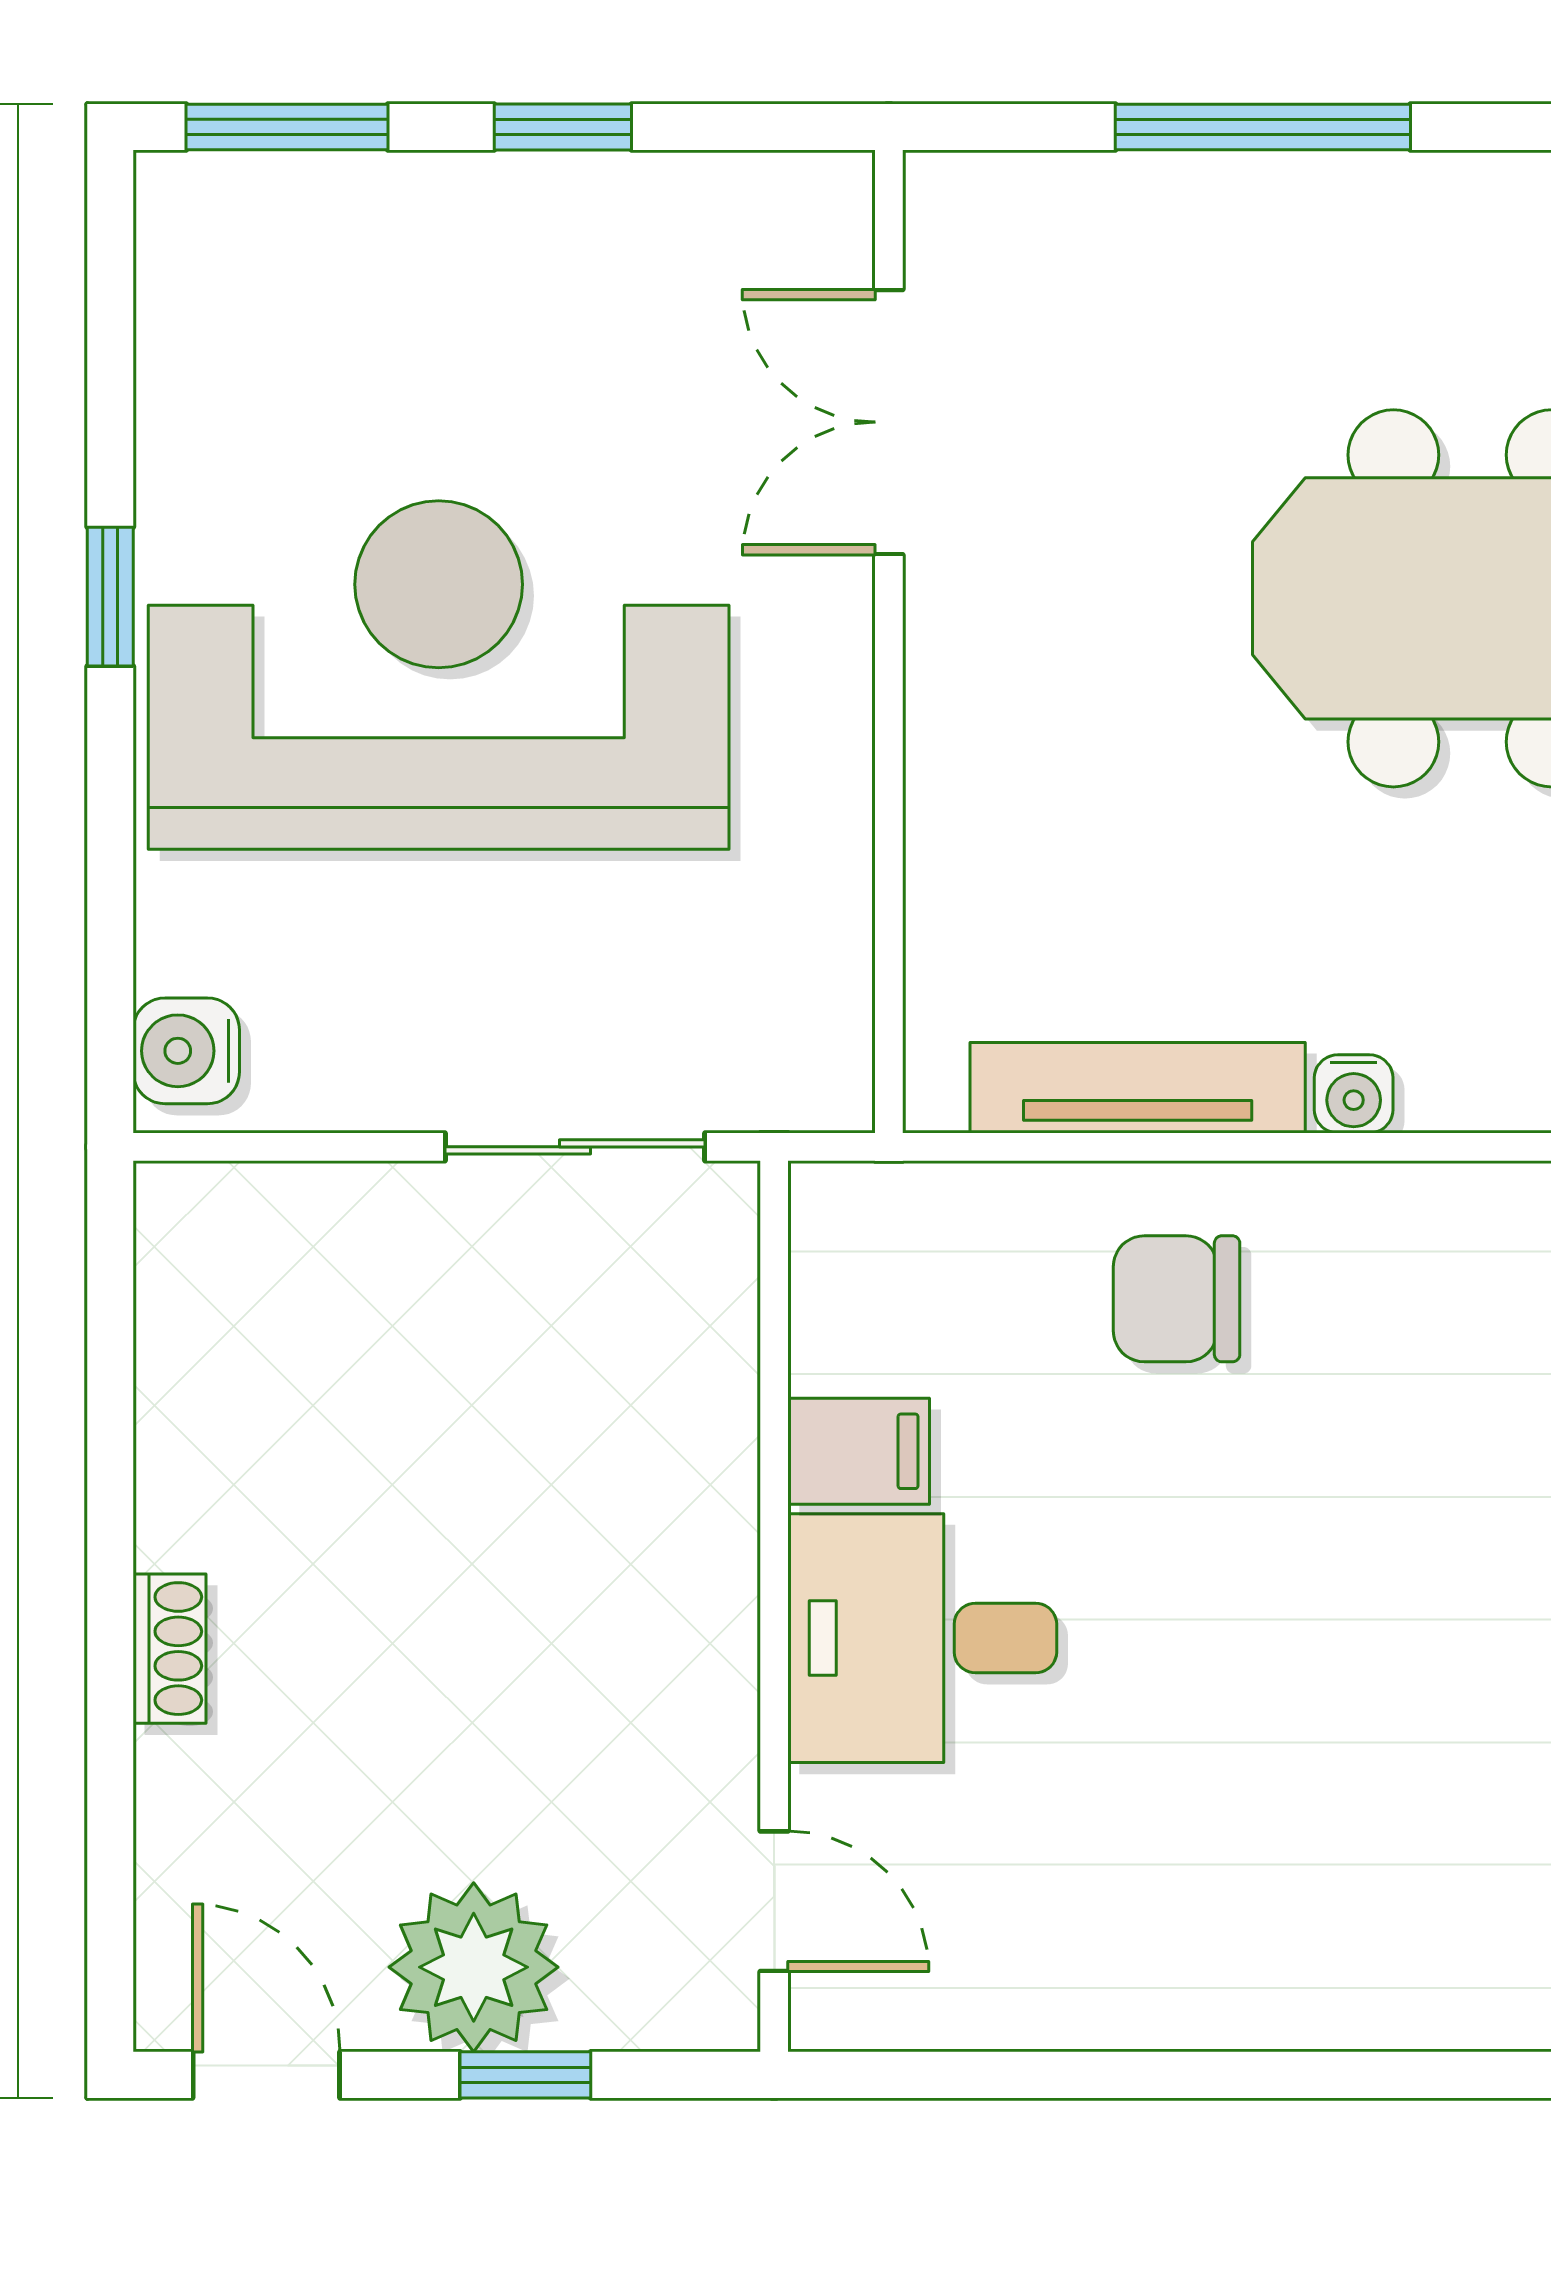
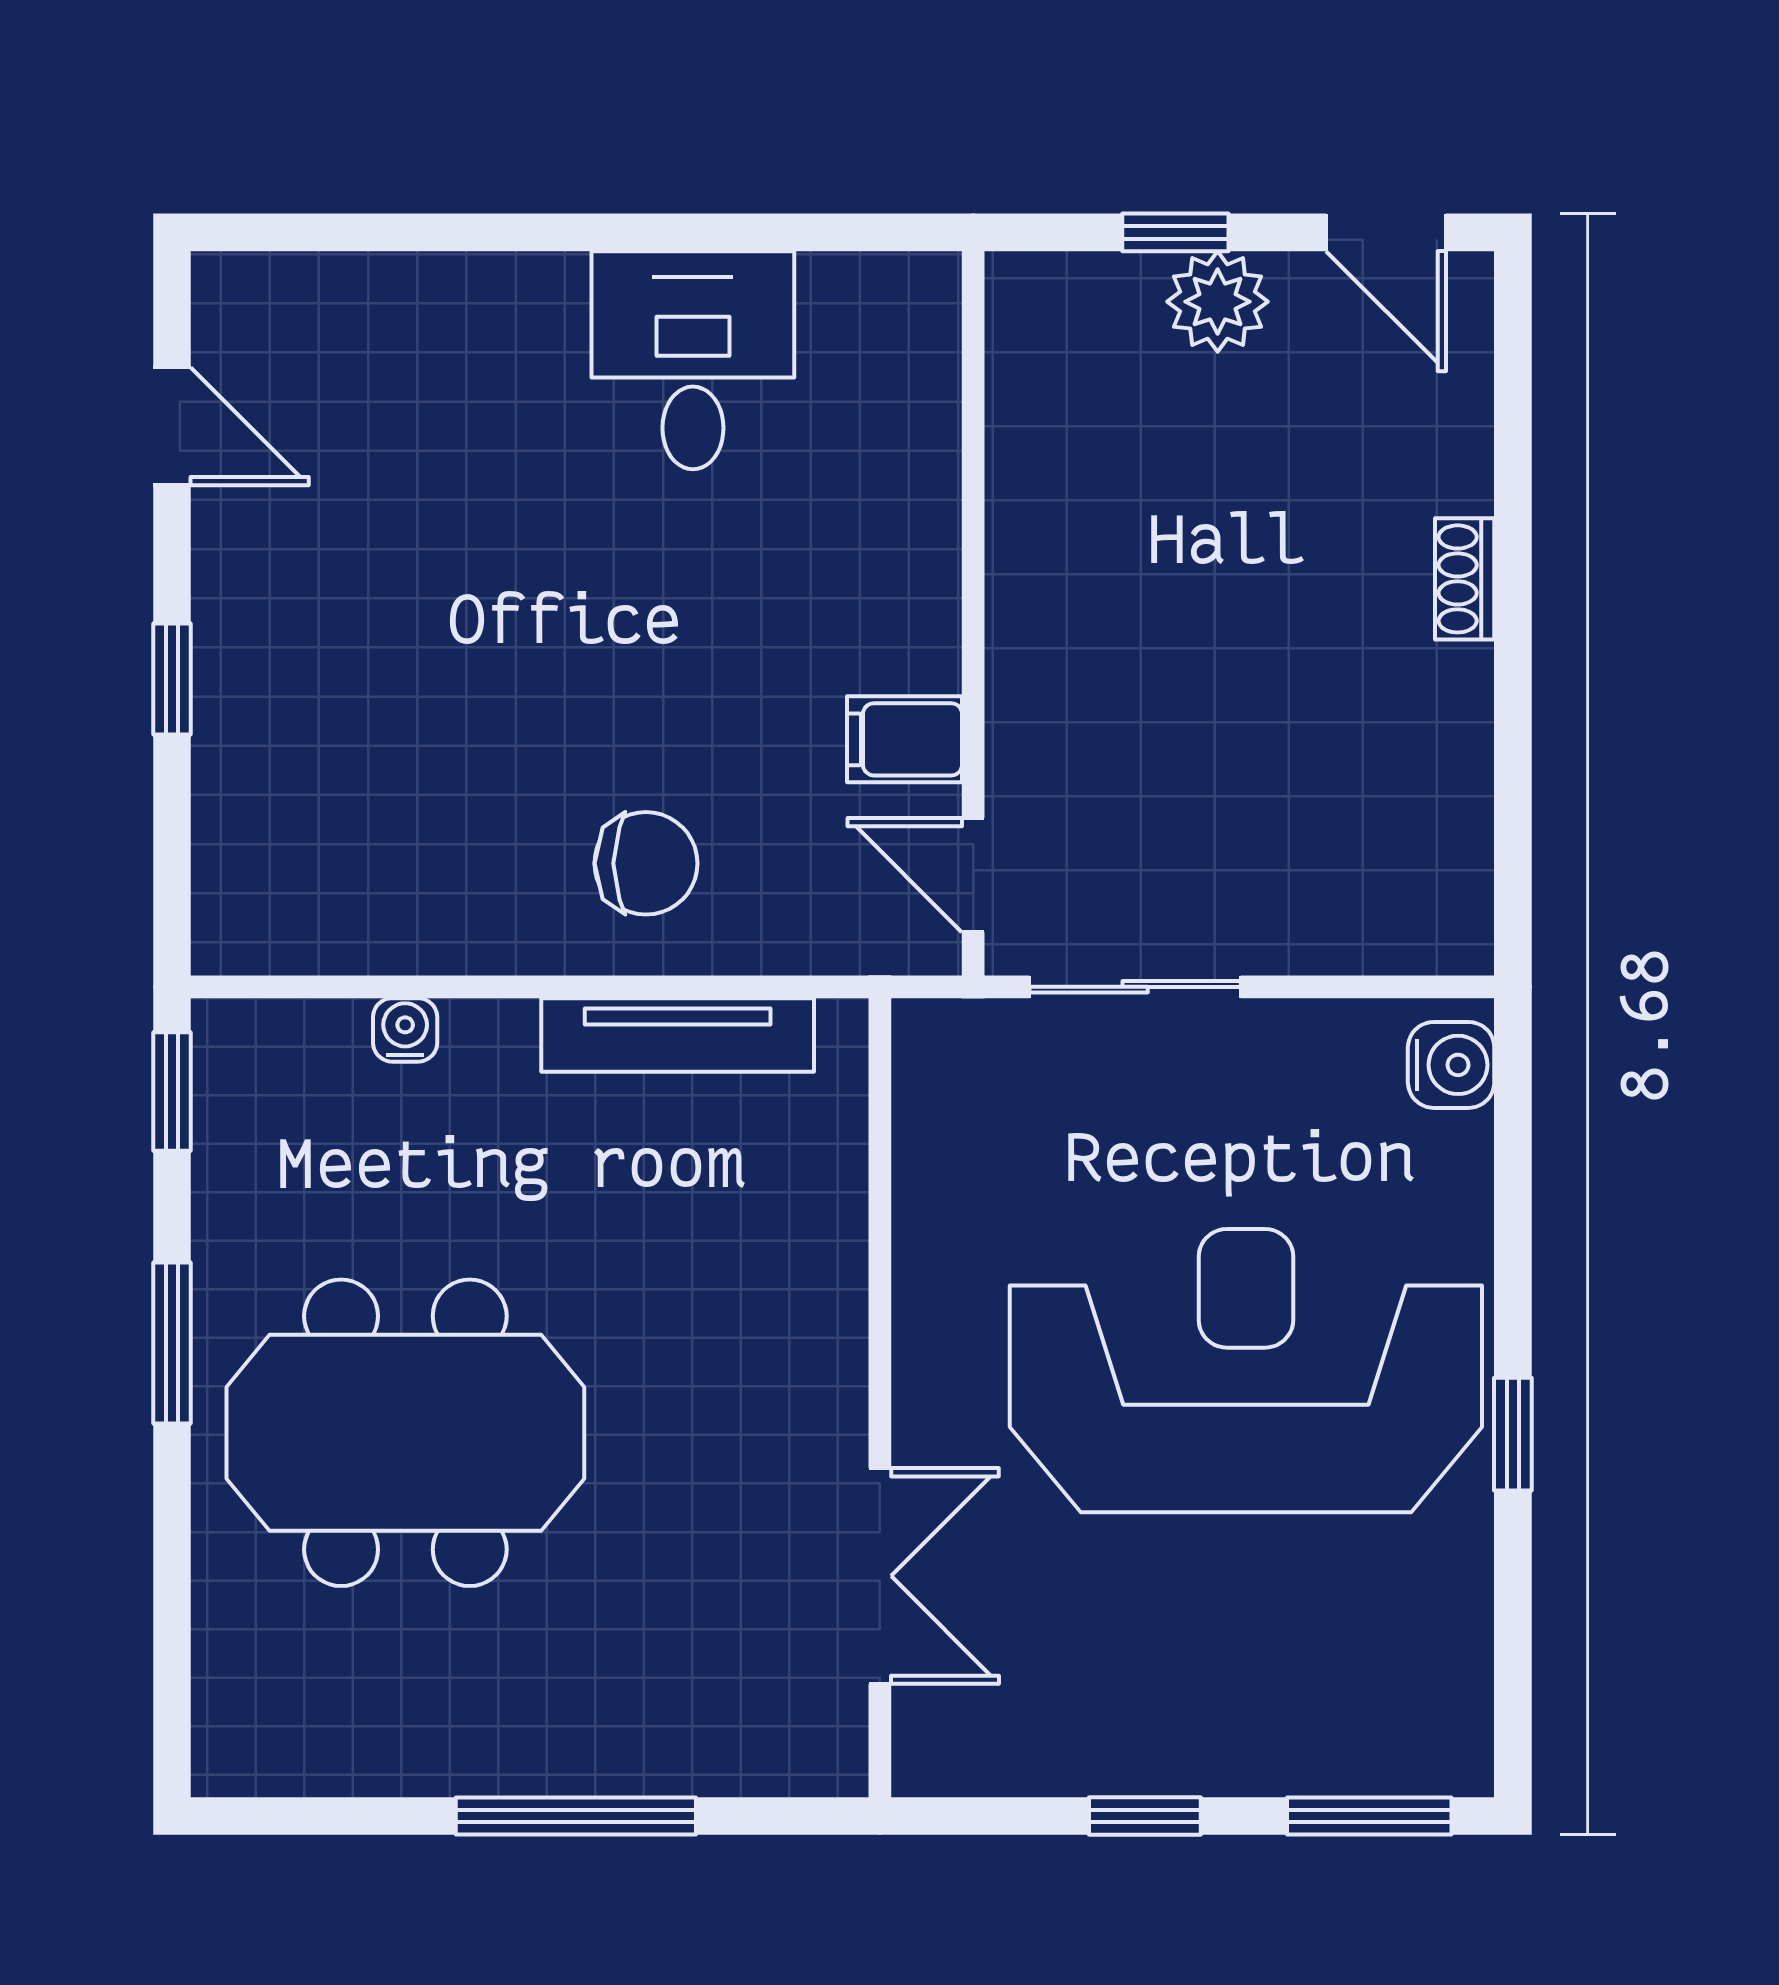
reception desk: (439, 675) -> (1246, 1371), turned 180
water cooler: (1354, 1094) -> (405, 1030), moved
desk: (922, 1638) -> (693, 360), moved, turned -90
door: (774, 1901) -> (973, 875), moved
plant: (474, 1967) -> (1218, 302), width x0.73, depth x0.73

